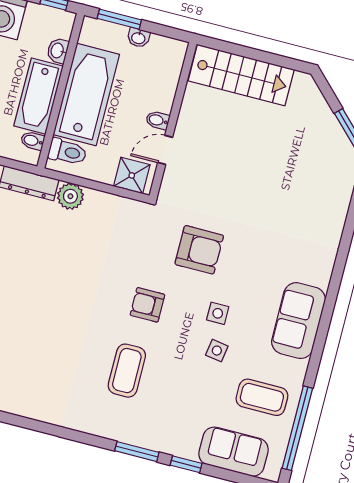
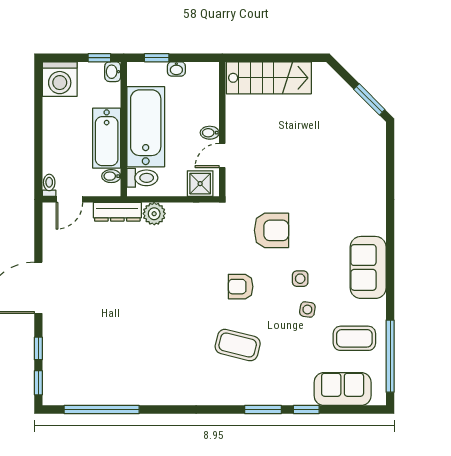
window: (119, 19) -> (157, 58), width x0.67
washbasin: (58, 51) -> (113, 72), moved
coffee table: (127, 371) -> (238, 345), turned -76

